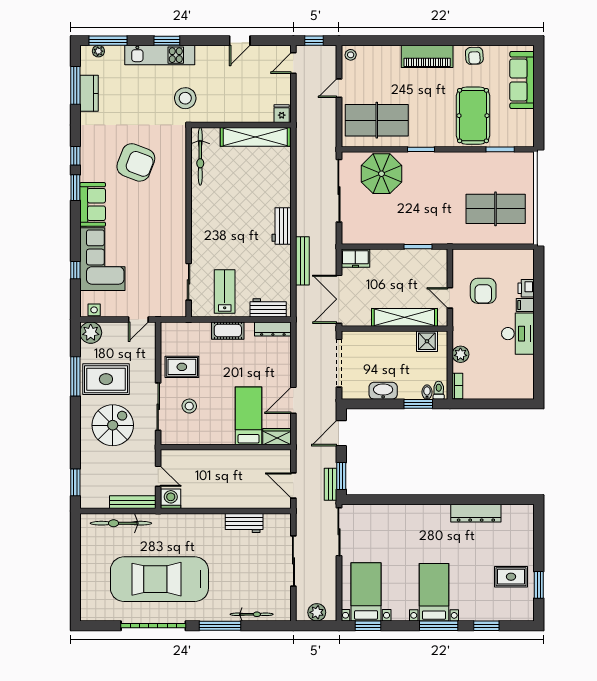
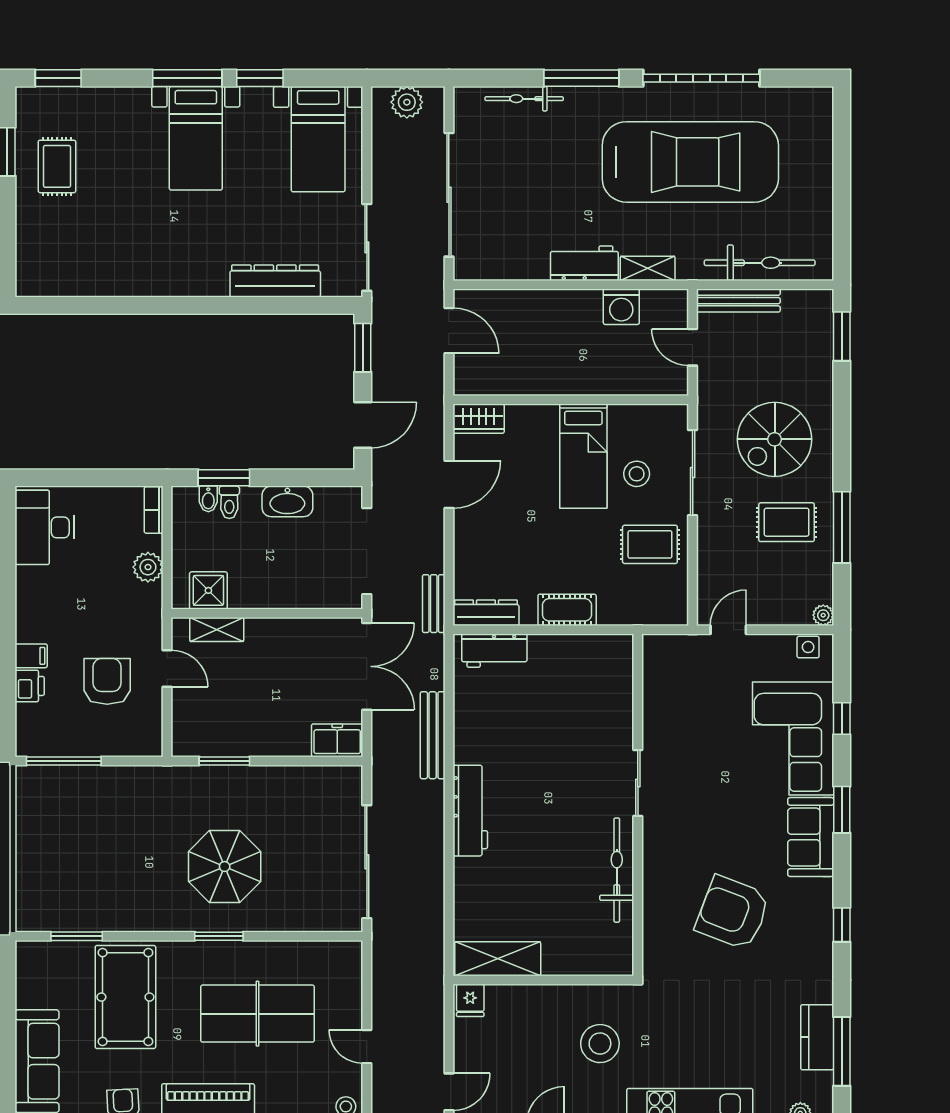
door: (339, 88) -> (367, 1047), swing flipped
stool: (185, 98) -> (600, 1044), moved
table tennis table: (377, 120) -> (257, 1014), moved
shelving: (255, 137) -> (498, 959), width x0.68
bicycle: (200, 156) -> (617, 870), moved
parasol: (381, 174) -> (225, 867), moved
window: (75, 188) -> (842, 810), moved
table tennis table: (496, 209) -> (85, 829), removed
workbench: (282, 226) -> (470, 811), width x1.38
window: (507, 247) -> (64, 761), added
sliding door: (189, 282) -> (638, 783), moved
lab bench: (225, 292) -> (573, 680), removed
shelving: (404, 317) -> (217, 629), width x0.45, depth x0.75
plant: (91, 333) -> (823, 615), width x0.53, depth x0.53
desk: (518, 334) -> (44, 527), moved
rug: (106, 379) -> (787, 522), width x0.73, depth x0.70
toilet: (439, 390) -> (229, 502), moved
bed: (249, 416) -> (583, 456), moved
bench: (331, 484) -> (434, 604), moved
washing machine: (171, 499) -> (621, 307), moved
dresser: (476, 513) -> (275, 281), moved
shelving: (183, 520) -> (648, 268), added
workbench: (244, 523) -> (584, 263), moved
sliding door: (293, 561) -> (449, 195), width x1.36
rug: (511, 577) -> (57, 166), turned 90
window: (368, 626) -> (260, 78), moved
window: (486, 626) -> (58, 78), moved

